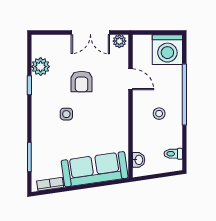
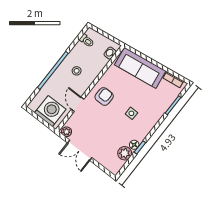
double door: (90, 33) -> (80, 150), swing flipped
washing machine: (167, 50) -> (50, 111), moved
armchair: (82, 81) -> (104, 96), moved
floor lamp: (38, 83) -> (134, 145), added

